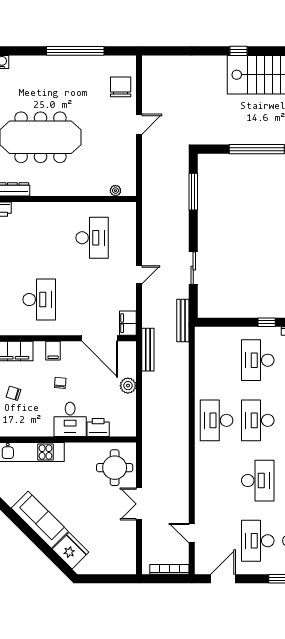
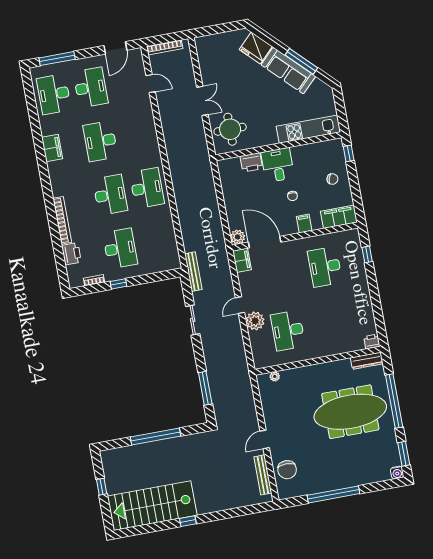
plant: (126, 255) -> (255, 321), added
bench: (148, 350) -> (263, 475), moved
plant: (128, 386) -> (238, 237), moved
window: (24, 527) -> (301, 61), added

